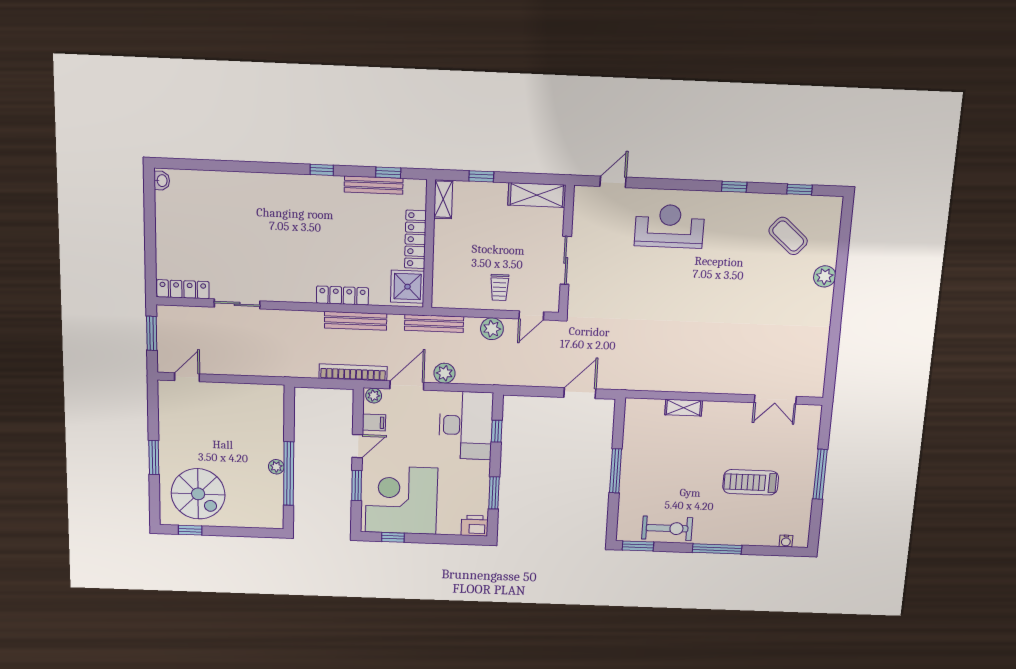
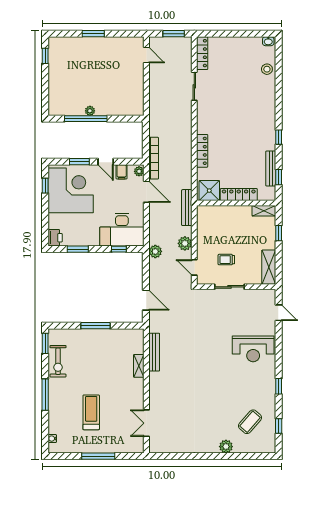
stool: (208, 185) -> (267, 69), added
reception desk: (669, 226) -> (253, 349), turned 90
trolley: (499, 287) -> (226, 260), moved
bench: (356, 321) -> (154, 352), moved
plant: (444, 373) -> (155, 251), moved
spiral stairs: (198, 494) -> (70, 61), removed

